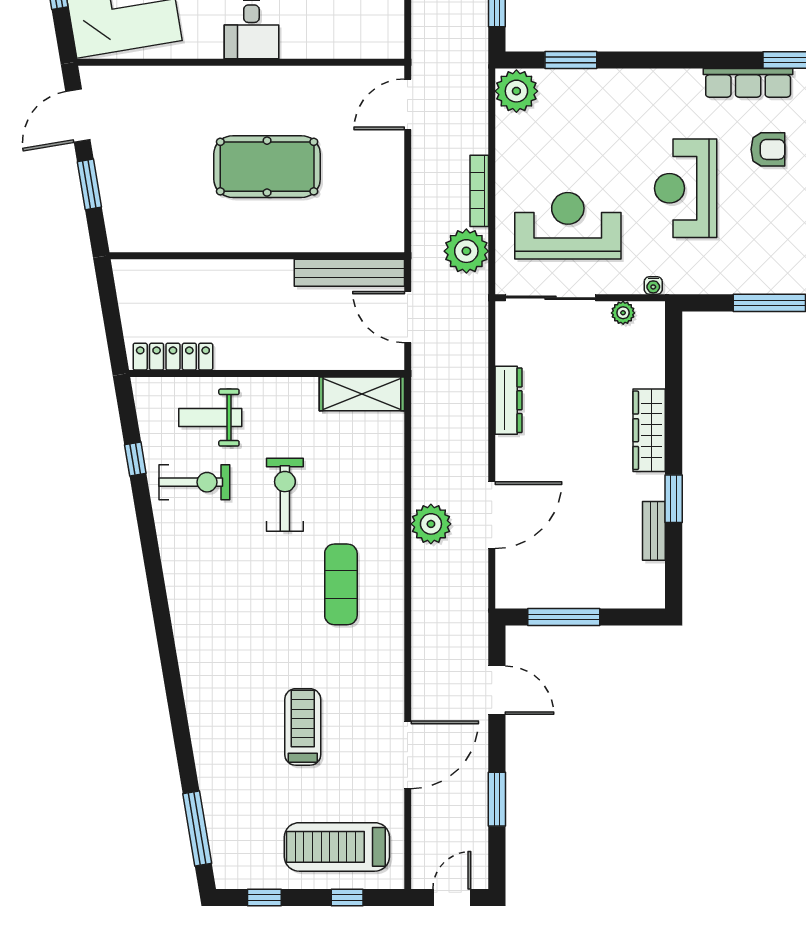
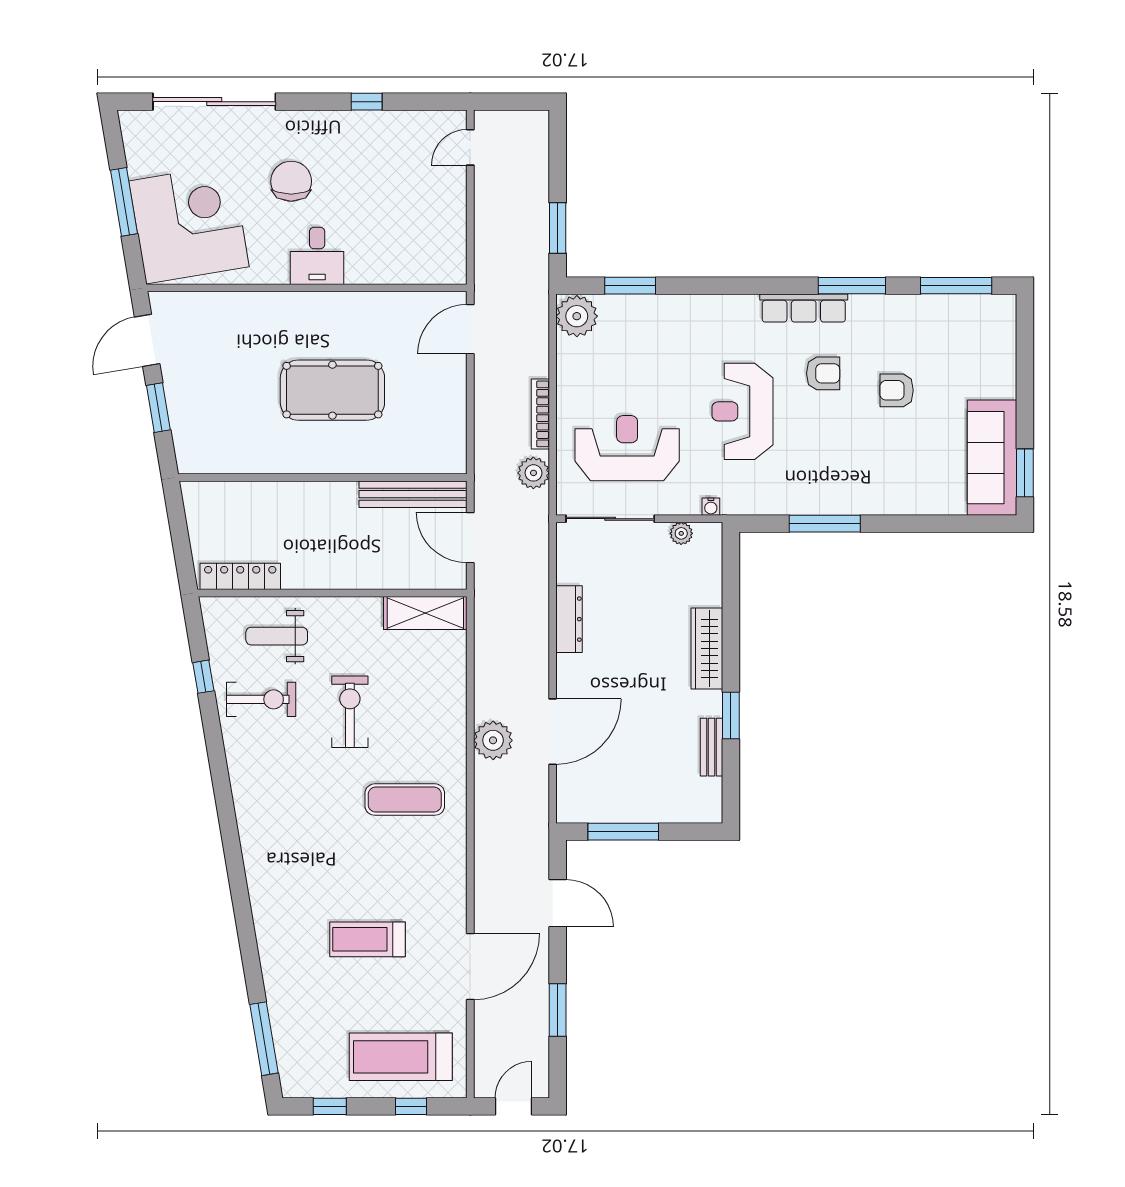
plant: (466, 251) -> (533, 473), width x0.73, depth x0.73
exercise mat: (341, 584) -> (405, 800), turned 90
treadmill: (303, 727) -> (367, 939), turned -90

